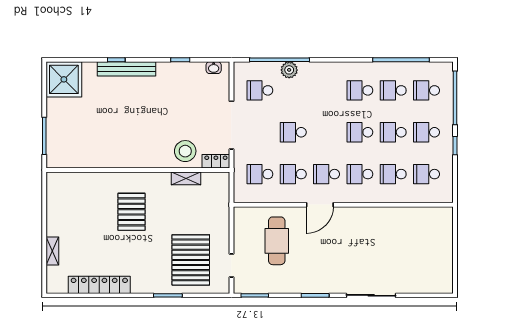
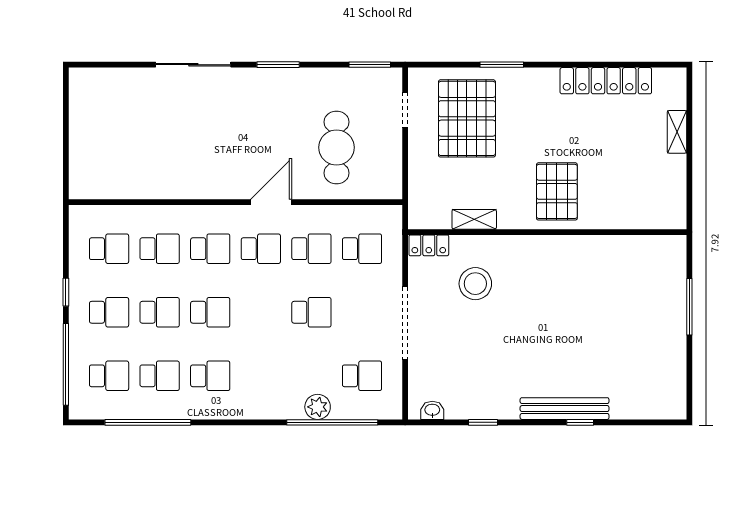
shower: (64, 79) -> (660, 392), removed
locker: (216, 161) -> (429, 245), moved
wall: (138, 170) -> (547, 232), moved
shelving: (186, 178) -> (474, 219), moved

